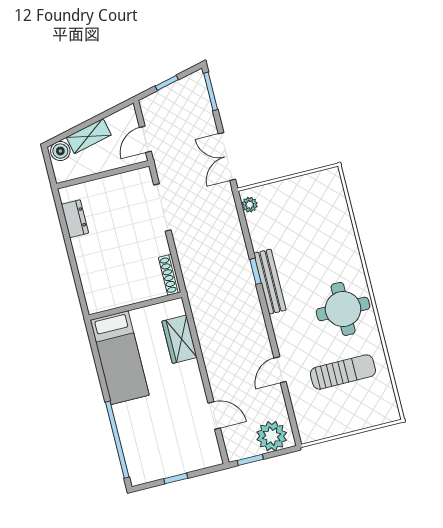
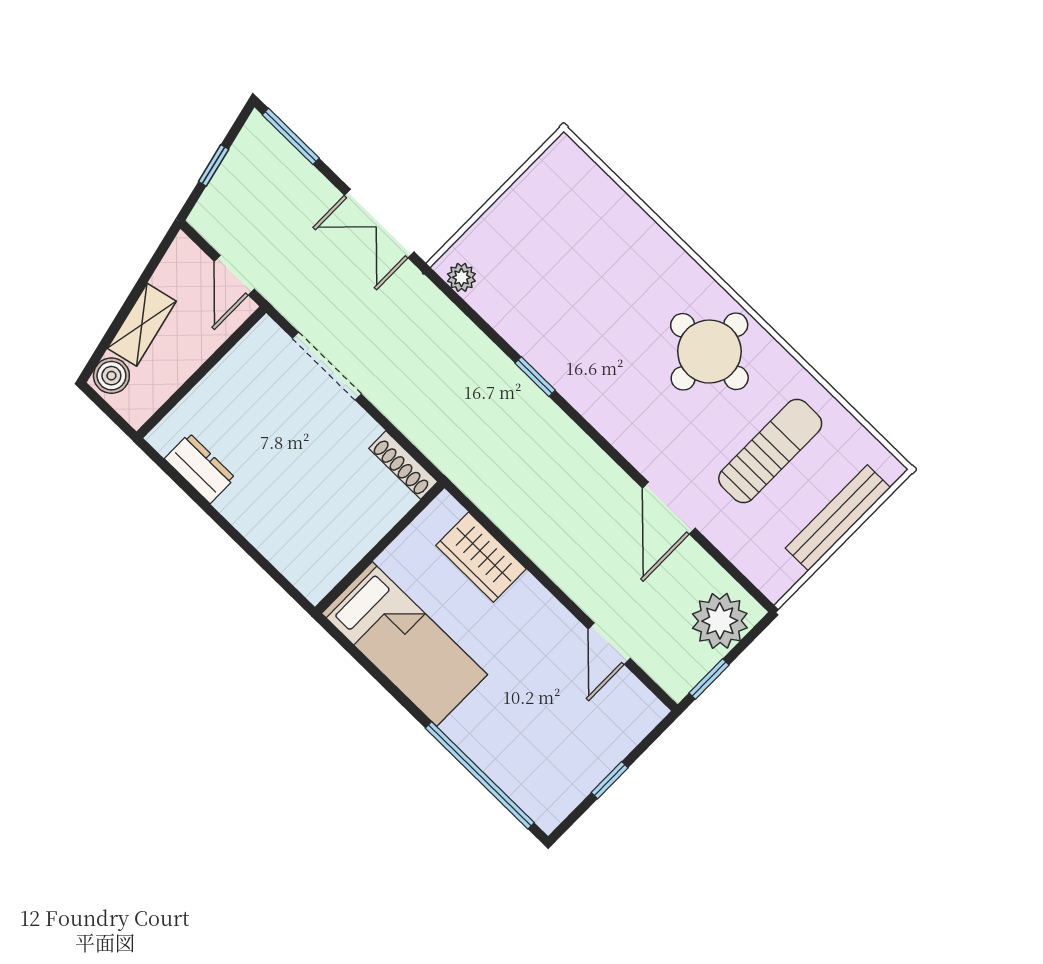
bench: (270, 282) -> (838, 518), moved, turned 90
door: (280, 370) -> (669, 508), width x1.38
door: (214, 415) -> (609, 644), swing flipped

